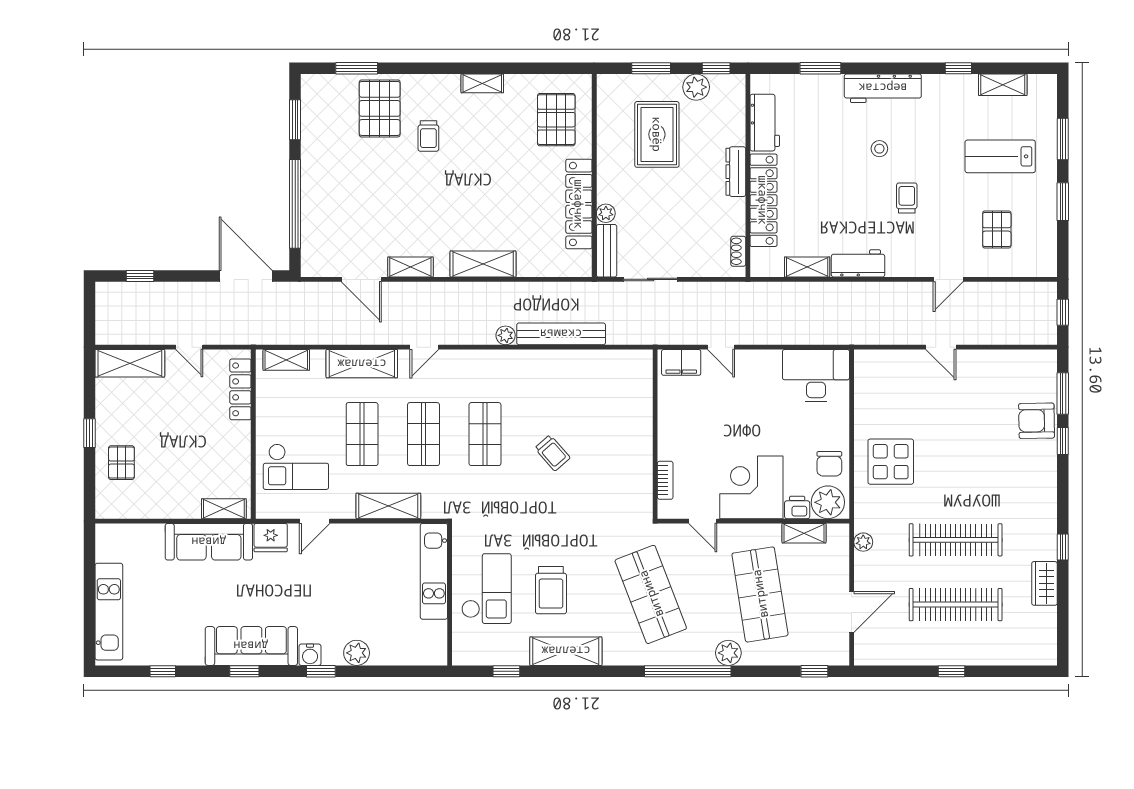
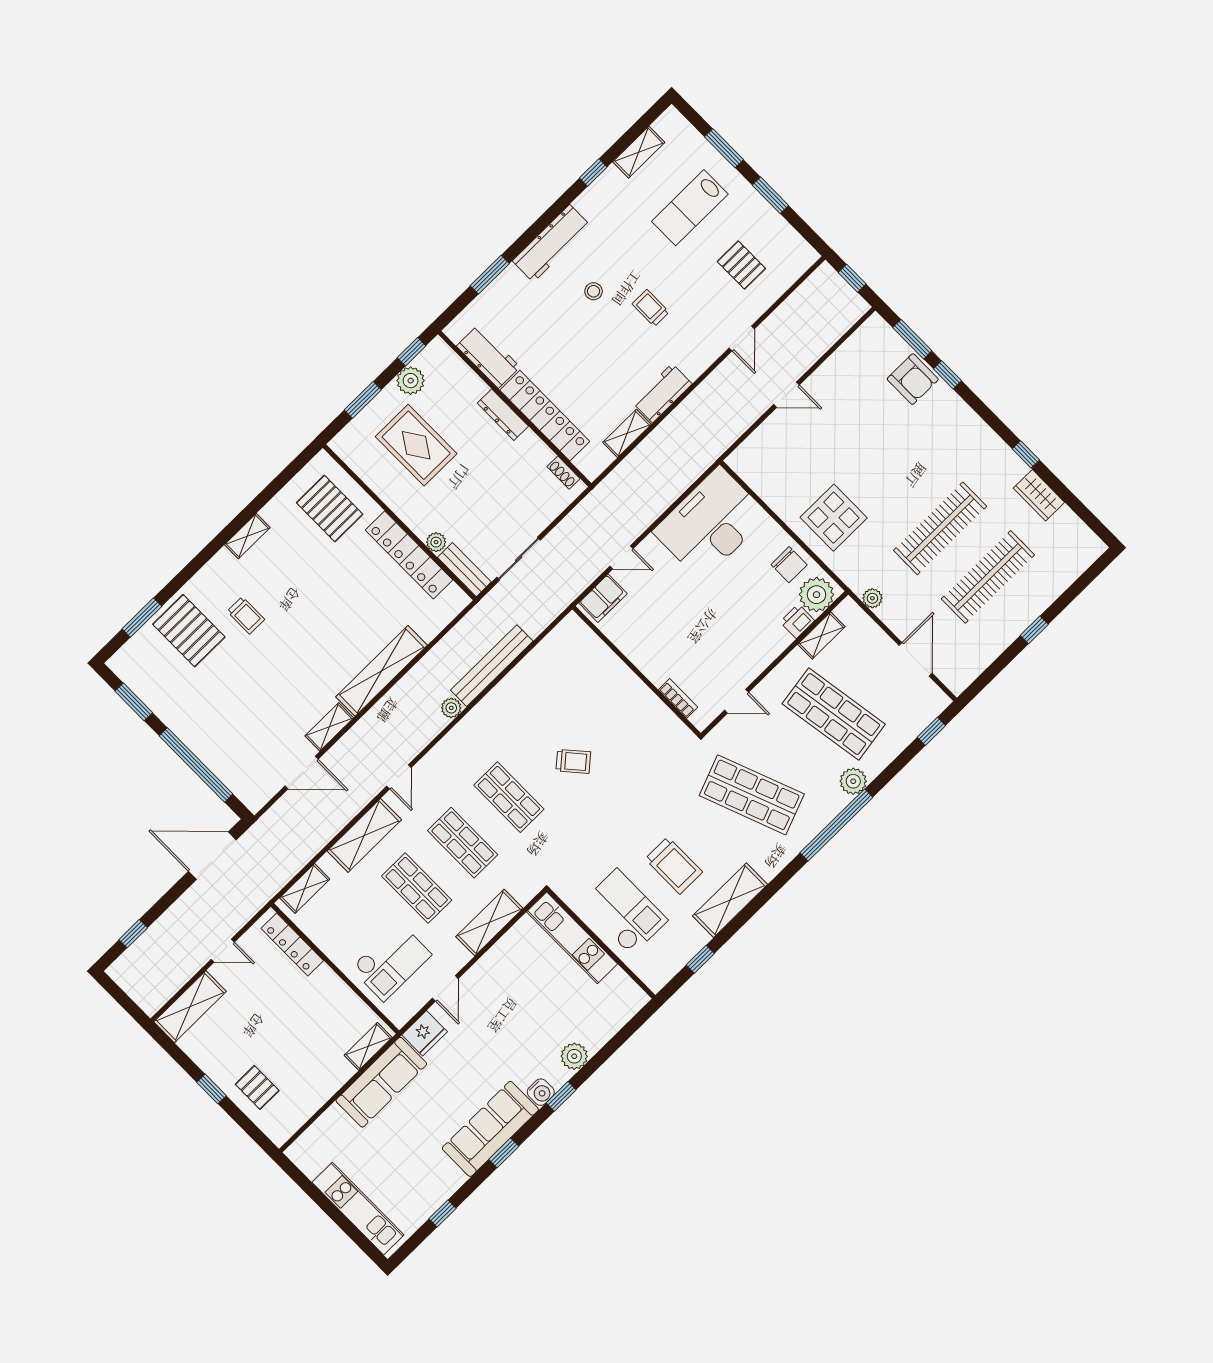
shelving: (483, 264) -> (382, 671), width x1.47
desk: (816, 376) -> (711, 523), width x1.36, depth x1.30
armchair: (1037, 421) -> (913, 379), turned -89
corner desk: (751, 487) -> (748, 640), removed

